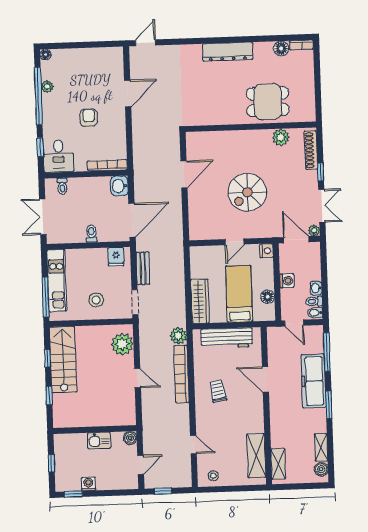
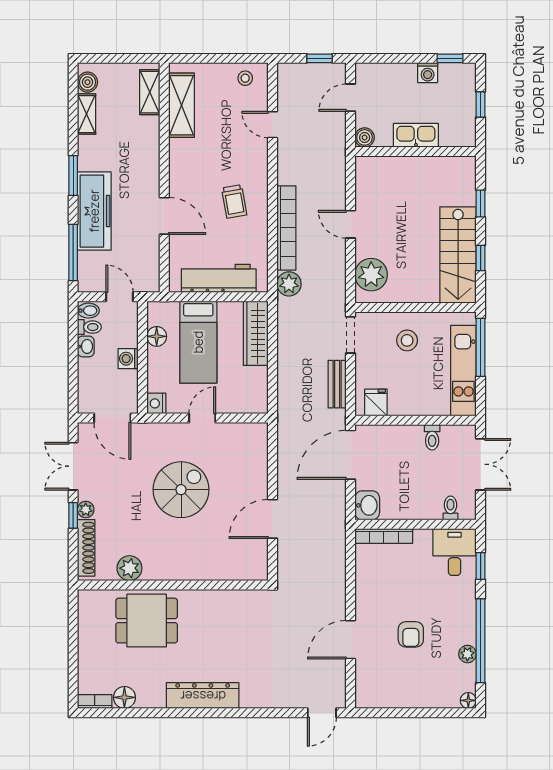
armchair: (89, 118) -> (411, 634), moved
plant: (314, 230) -> (86, 510), moved
toilet: (91, 234) -> (432, 437), moved
kitchen sink: (99, 441) -> (416, 135), width x1.38

